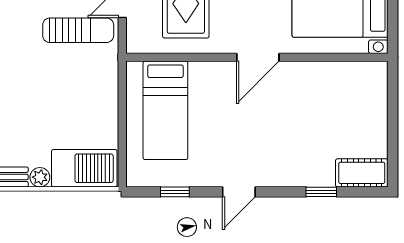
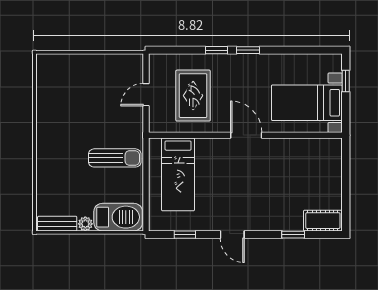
sun lounger: (78, 30) -> (115, 158), moved
door: (258, 57) -> (246, 135), swing flipped
door: (239, 192) -> (232, 235), hinge flipped

